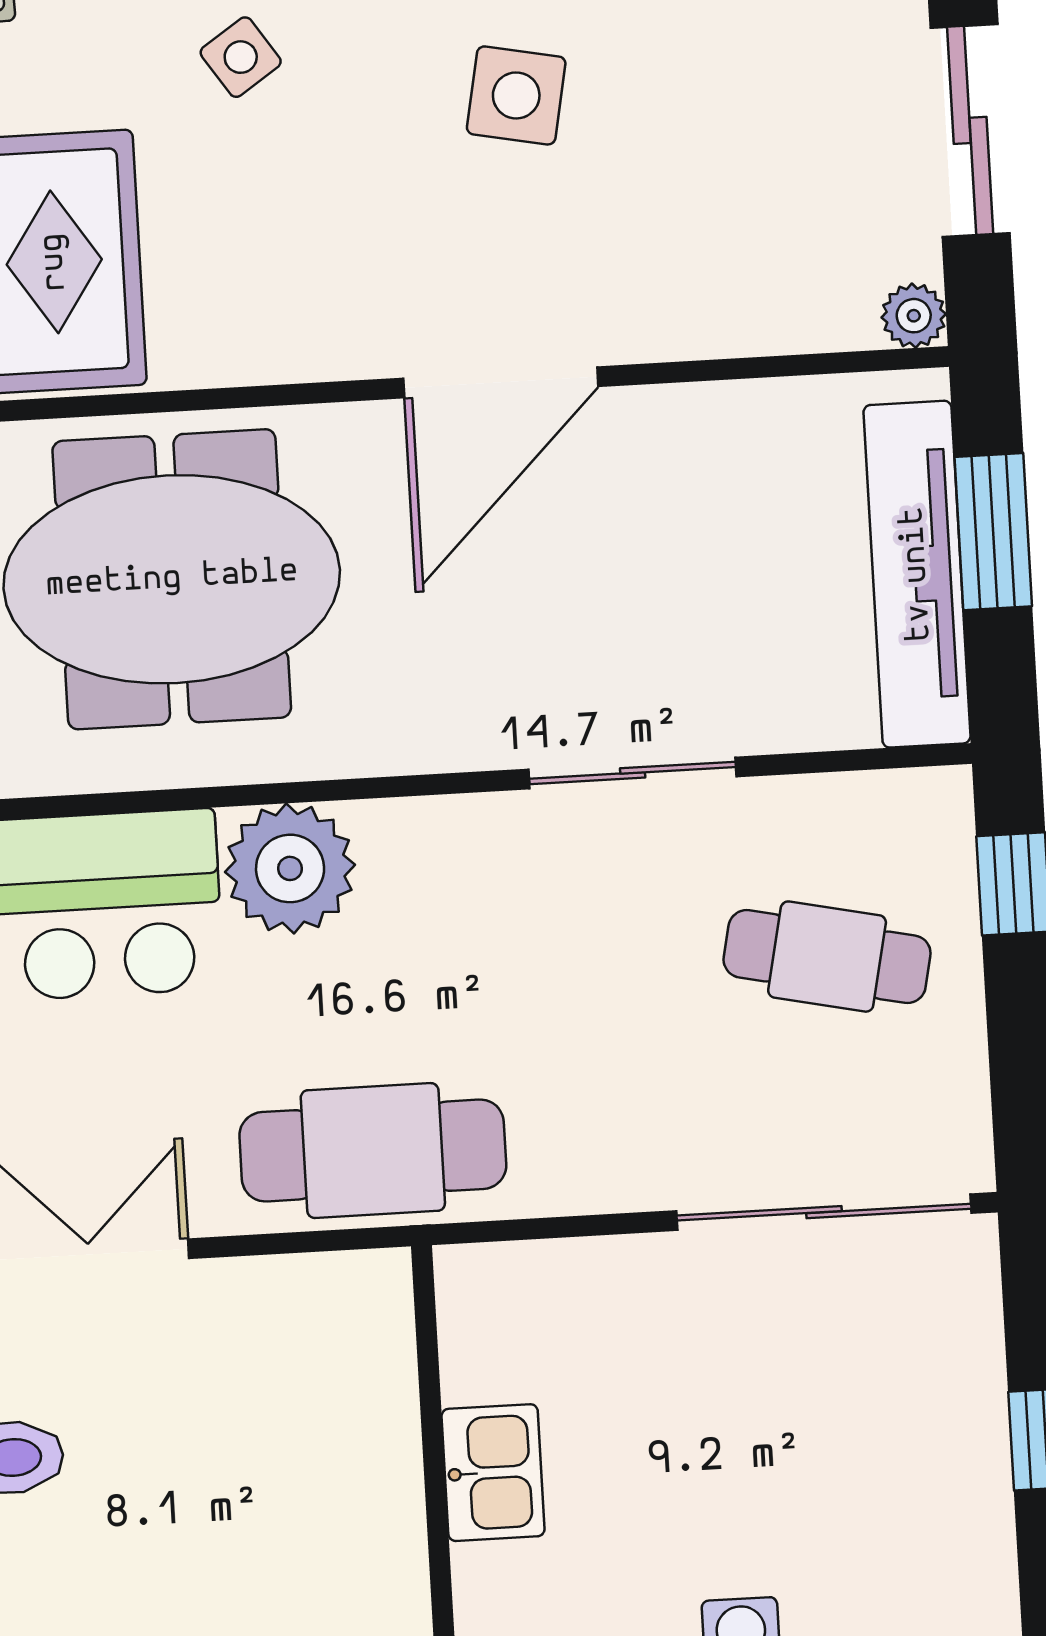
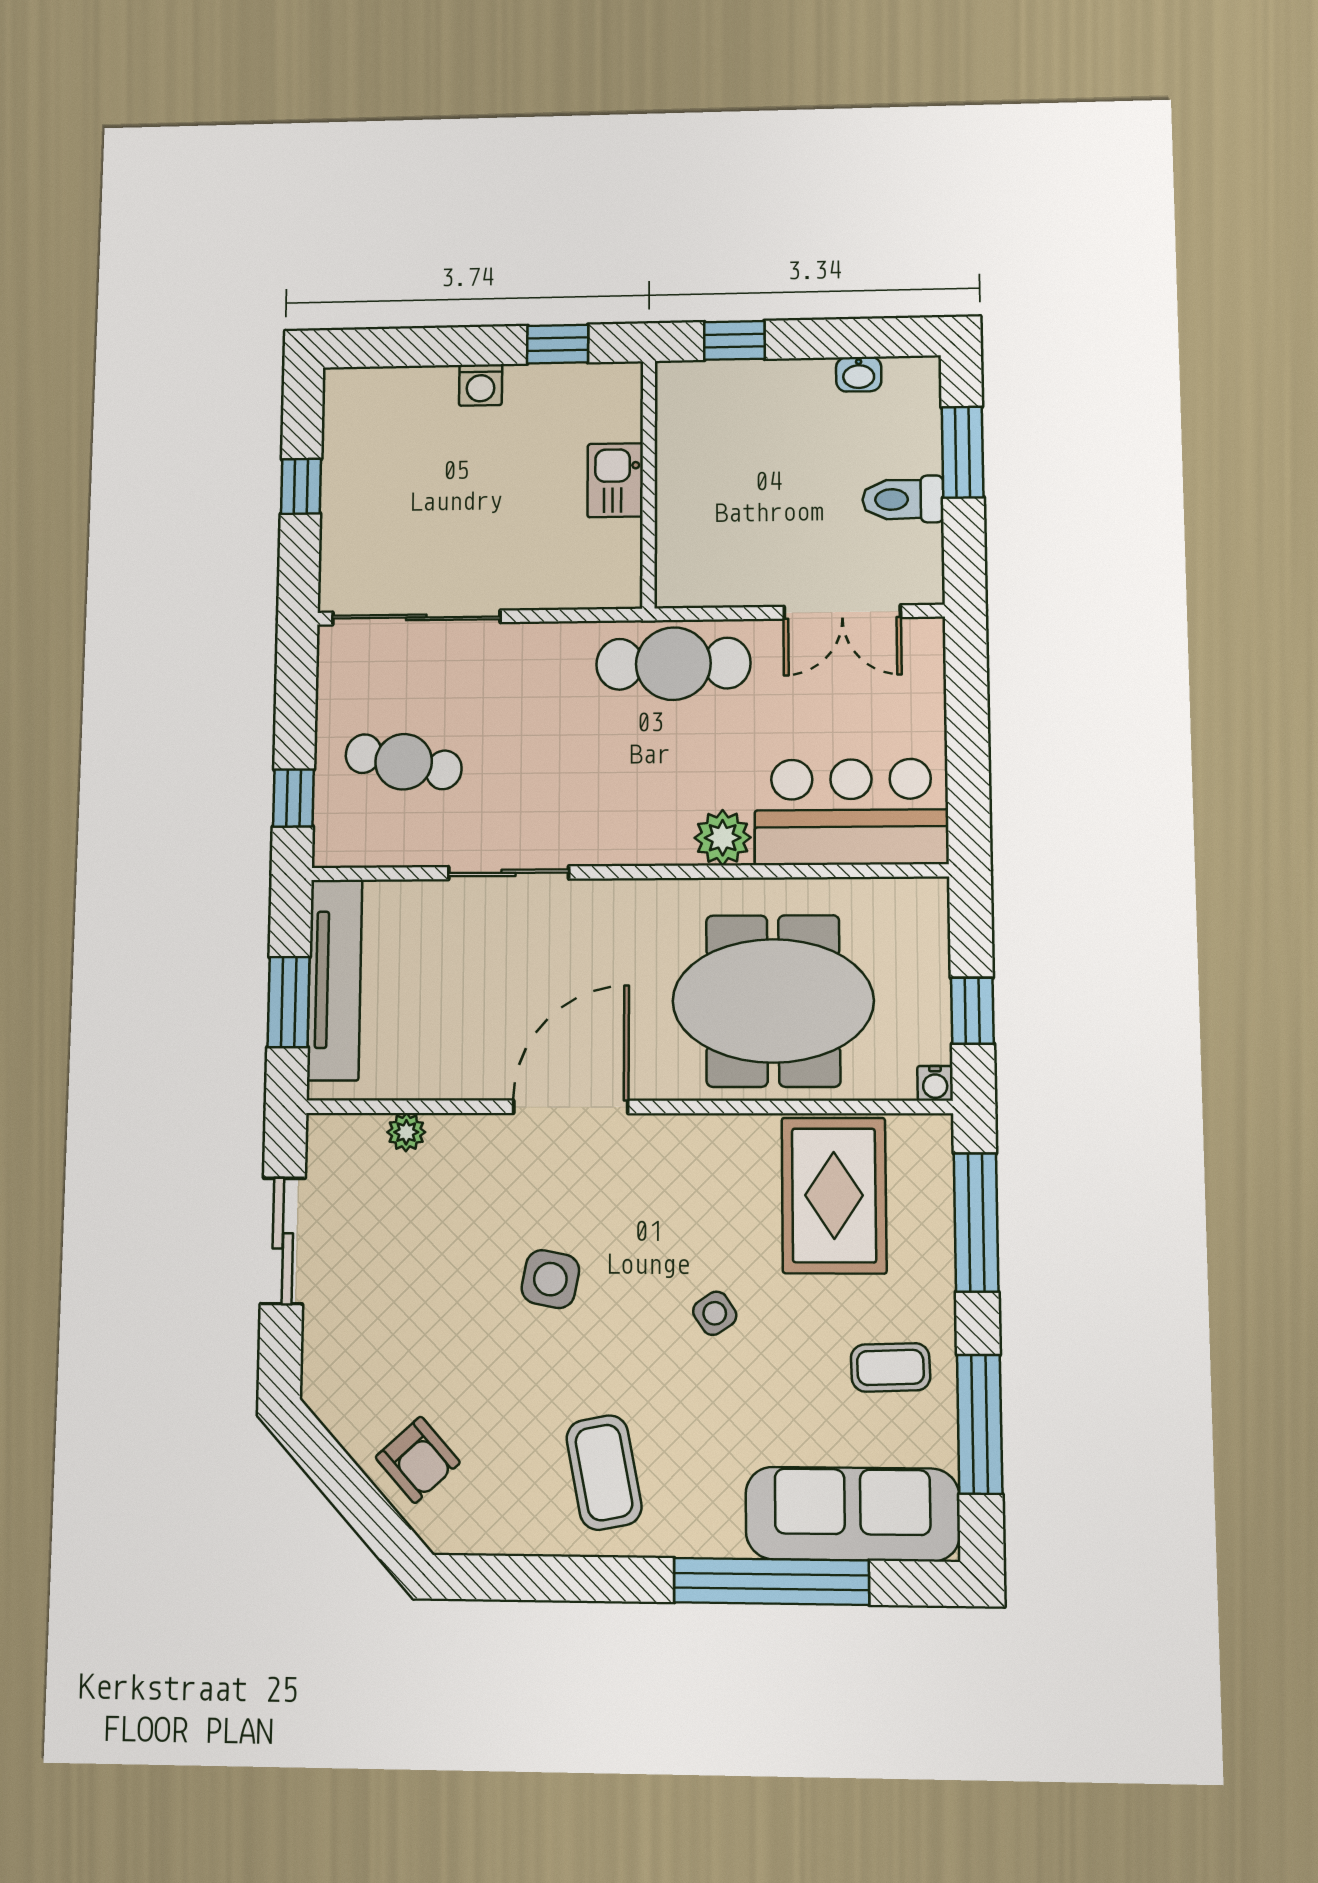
plant: (914, 316) -> (406, 1132), moved
plant: (290, 868) -> (723, 838), width x0.73, depth x0.73

